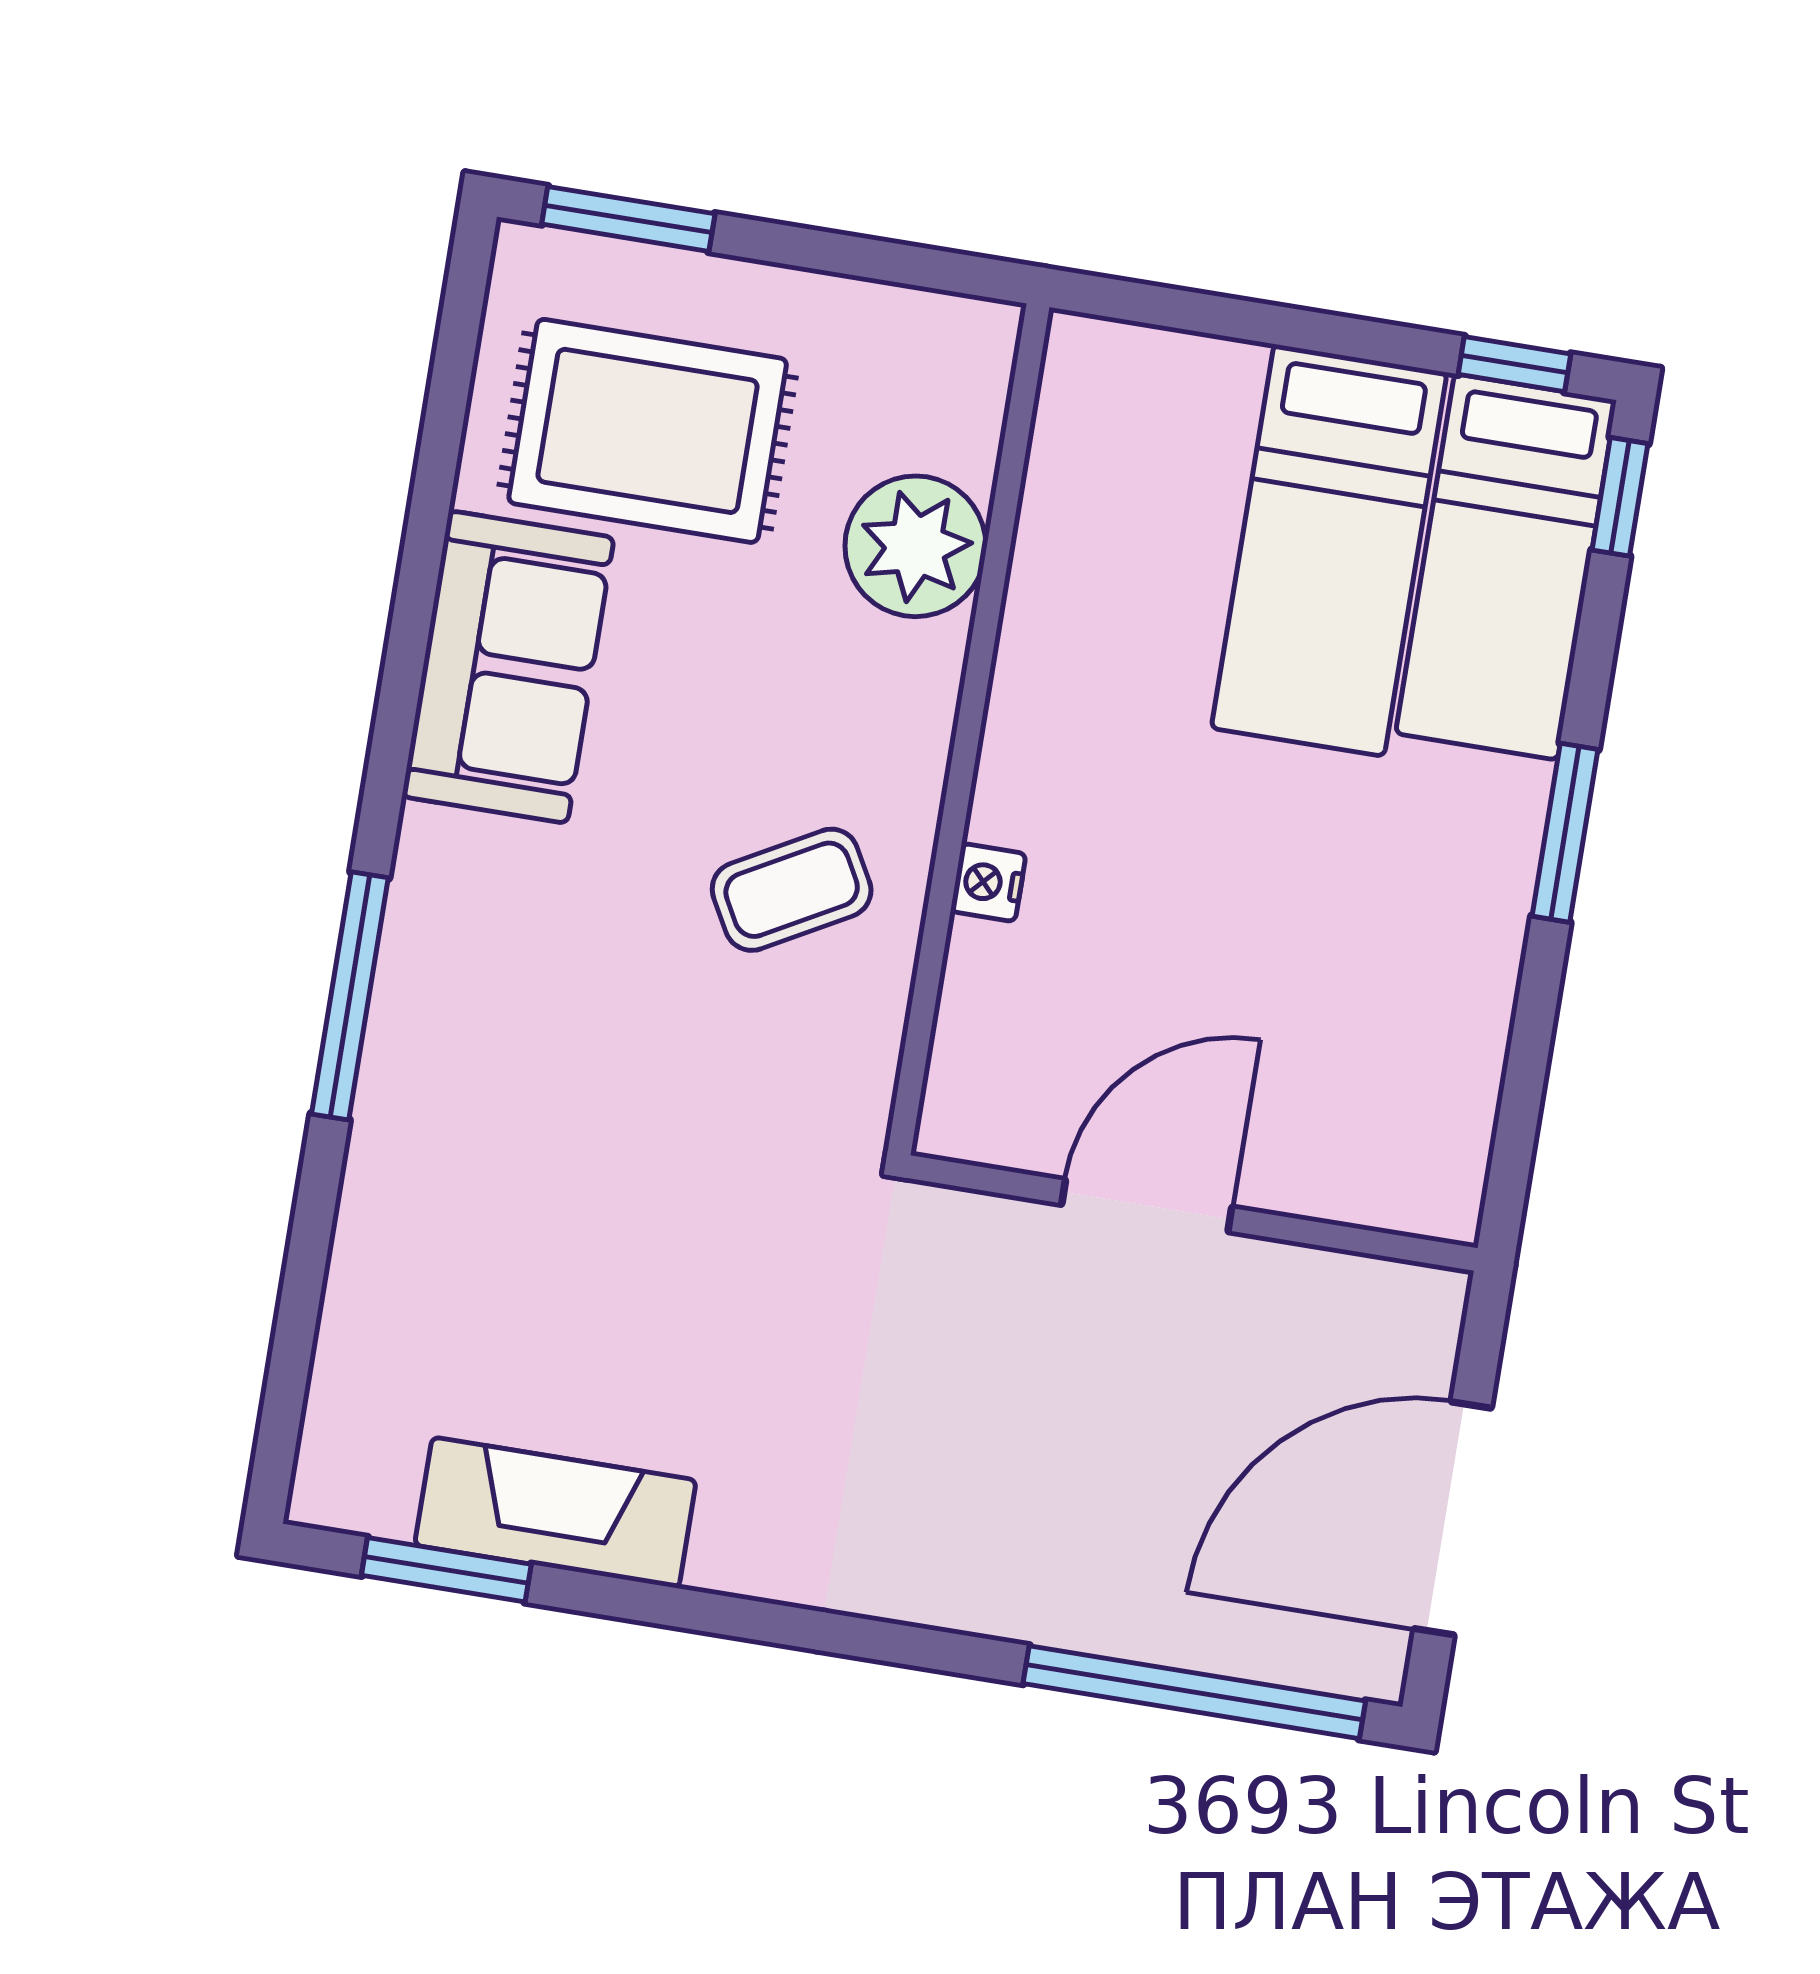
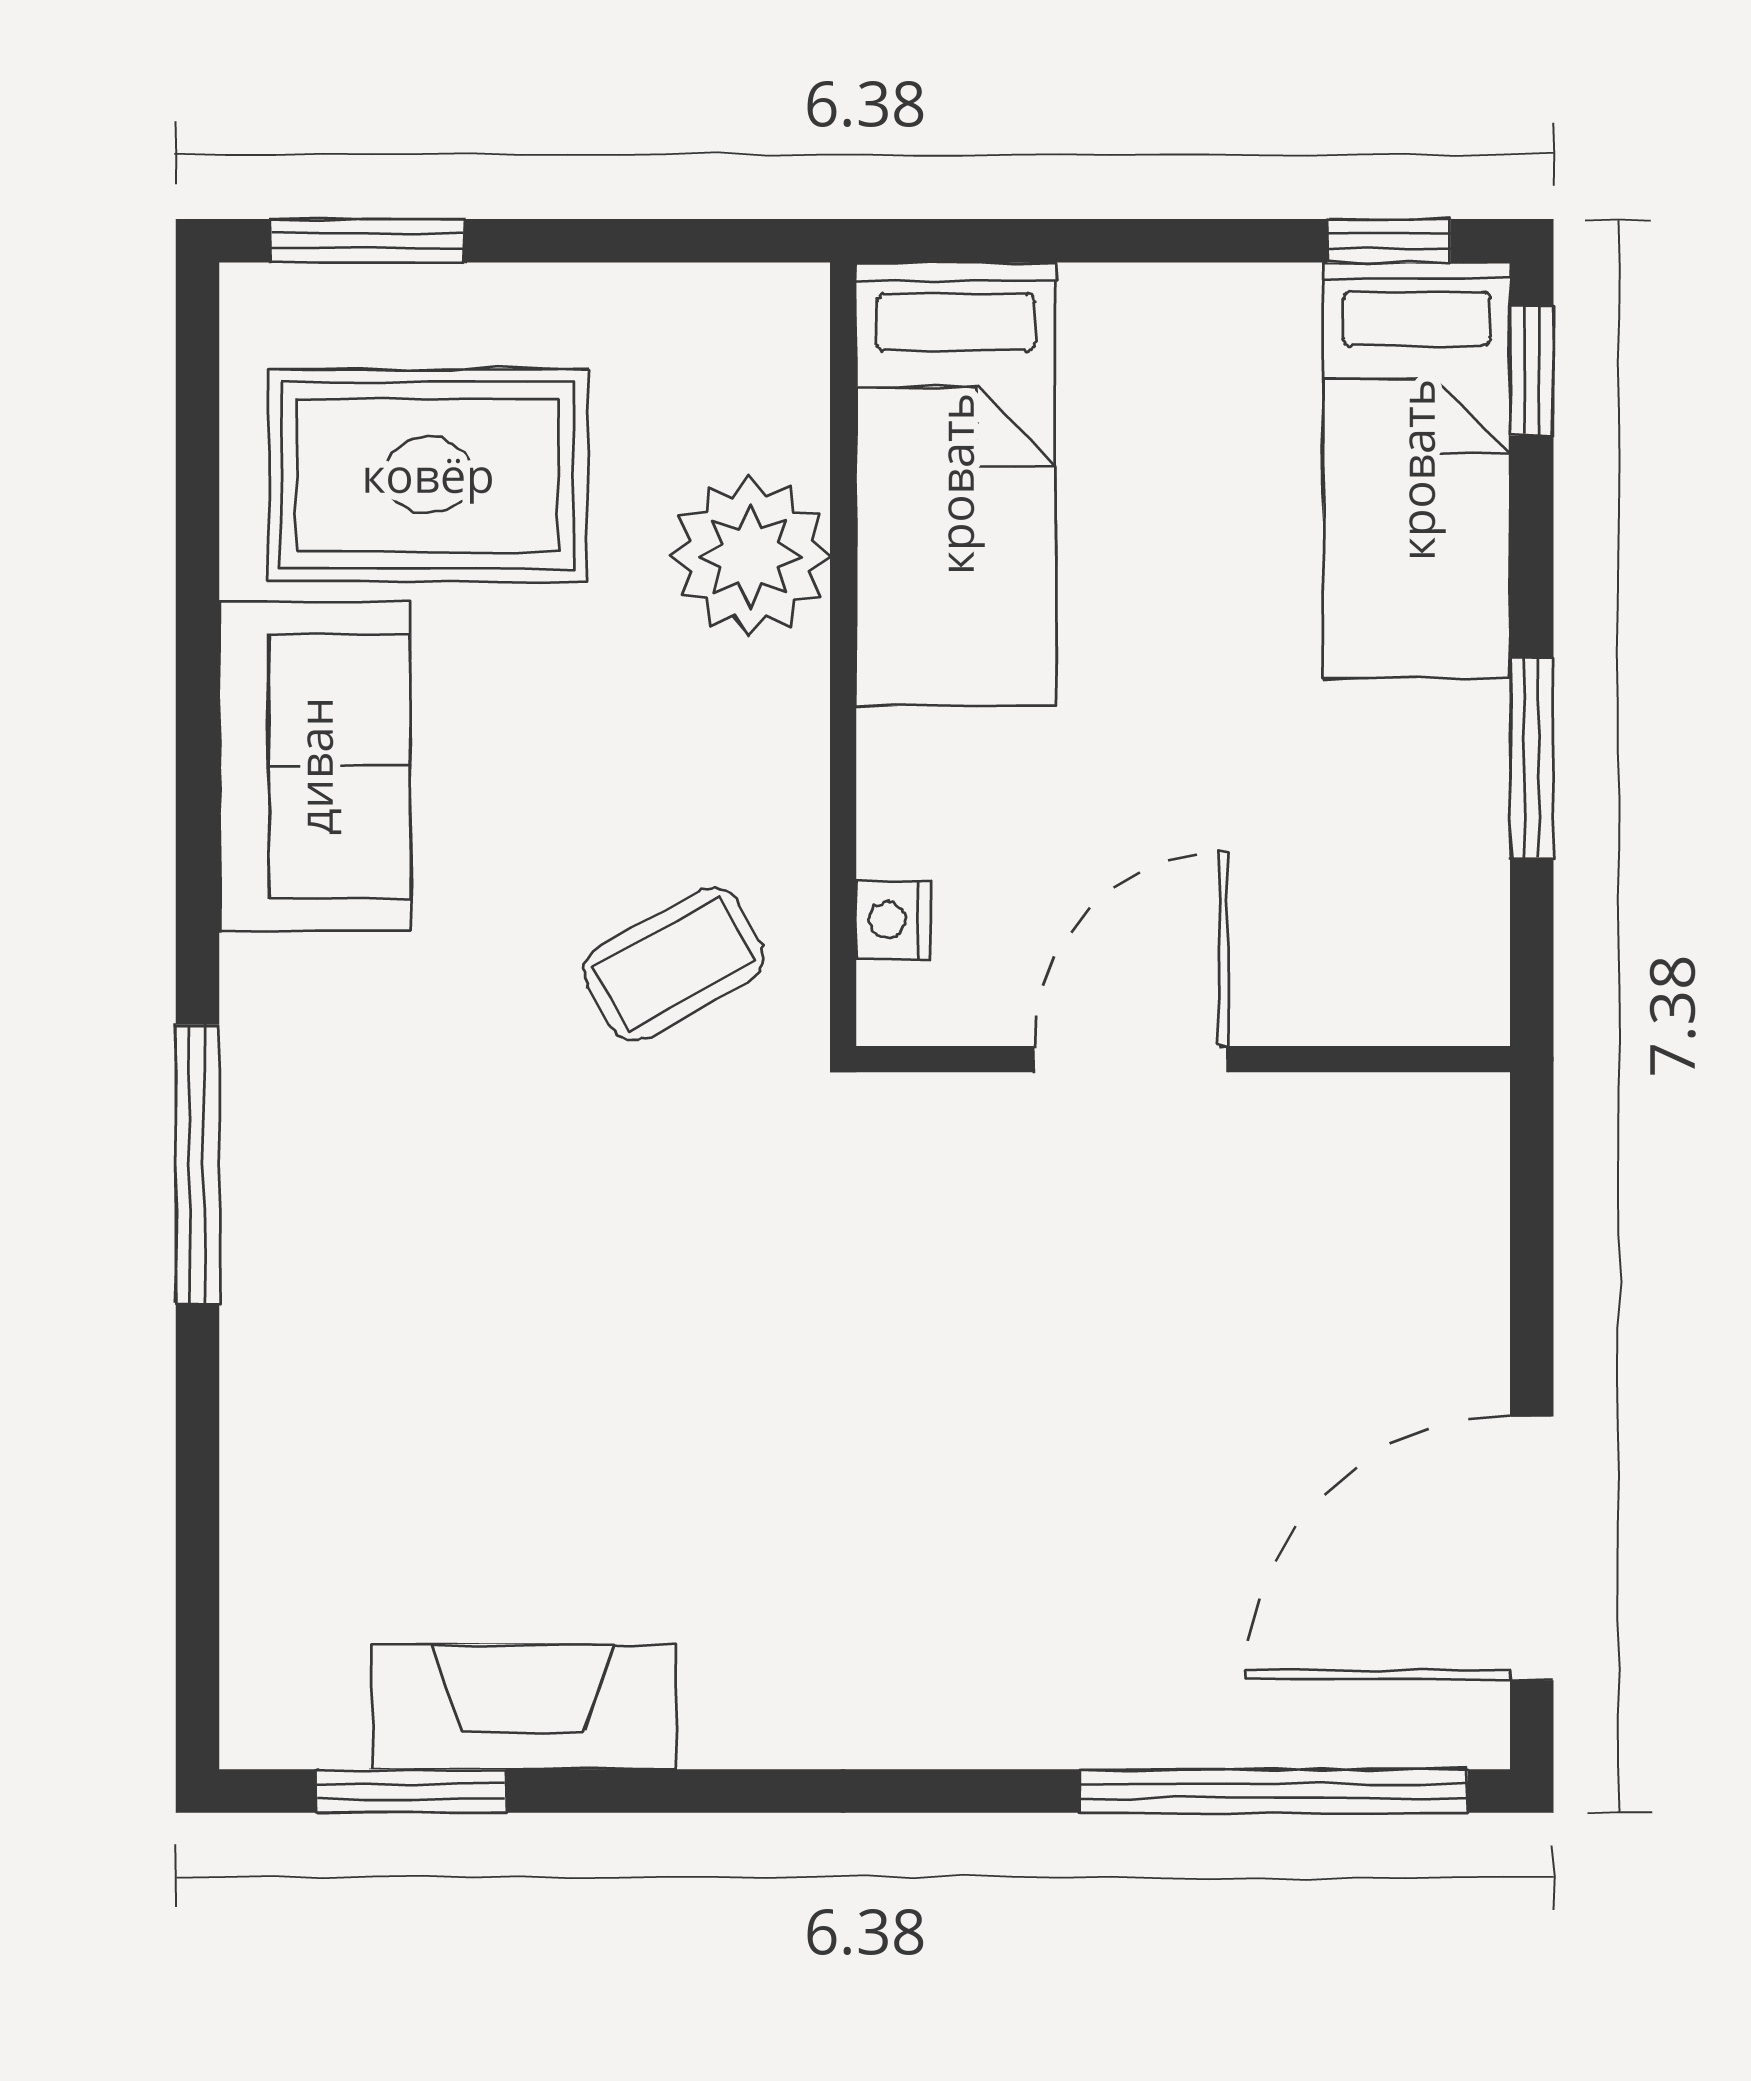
bed: (1329, 550) -> (956, 484), moved
door: (1147, 1206) -> (1131, 1059), moved
wall: (1192, 1213) -> (1183, 1059), moved

